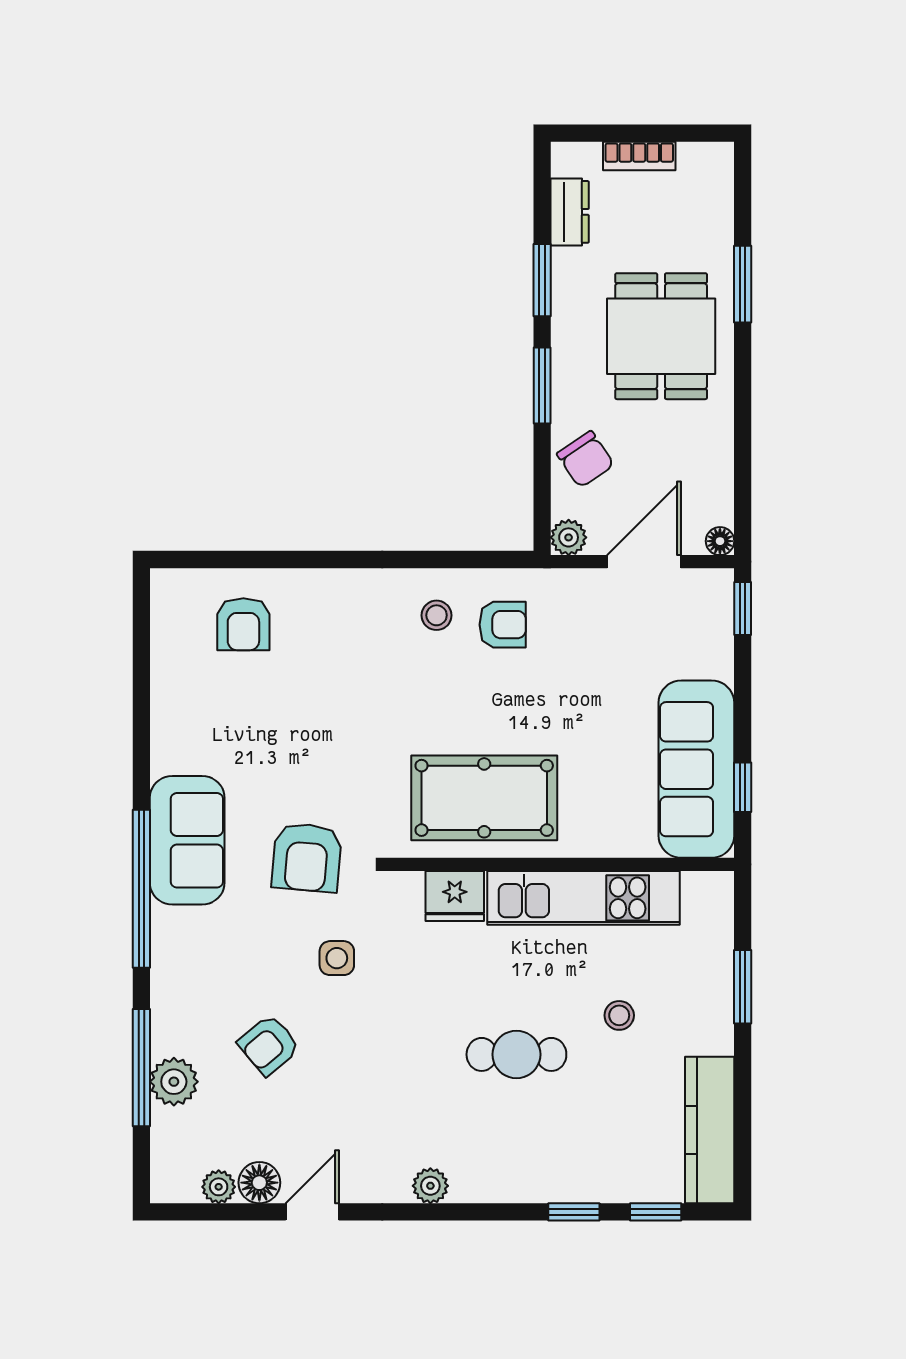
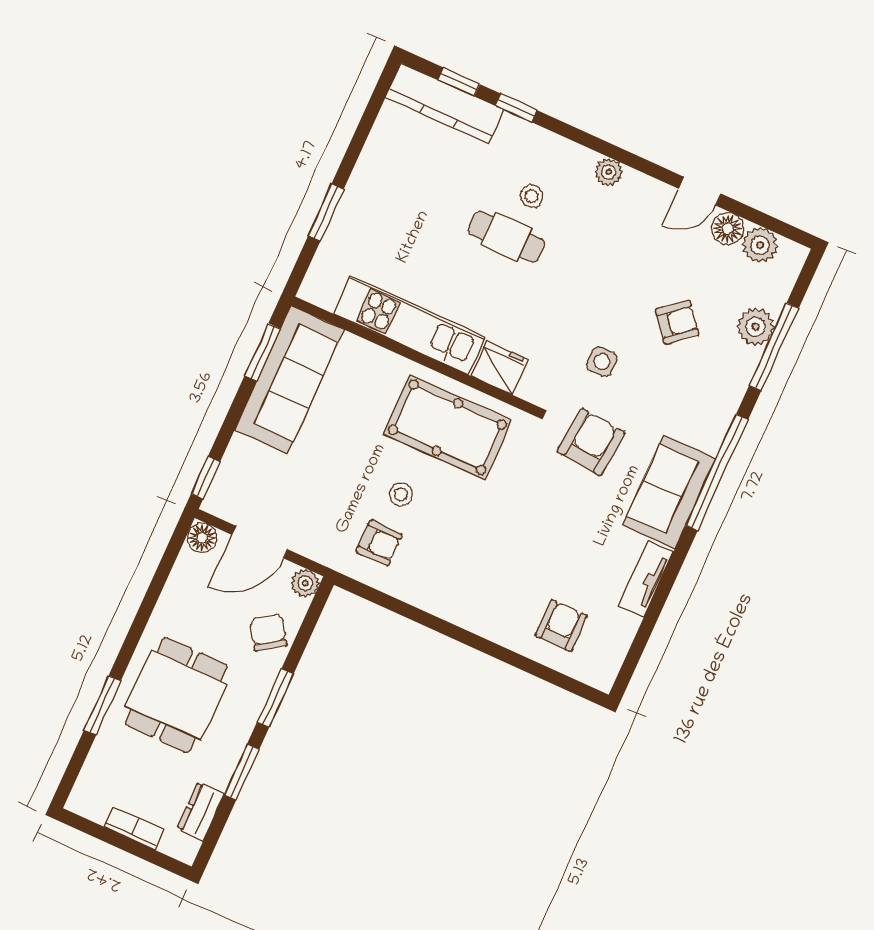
floor lamp: (720, 541) -> (202, 538), width x1.37, depth x1.37
stool: (437, 615) -> (401, 494), moved
armchair: (503, 625) -> (379, 543), turned 180
tv unit: (168, 725) -> (646, 579), added
window: (743, 787) -> (263, 352), width x1.50
stool: (619, 1015) -> (532, 196), moved
kitchen counter: (710, 1130) -> (445, 103), moved, turned 90
plant: (219, 1187) -> (760, 245), width x1.38, depth x1.38

